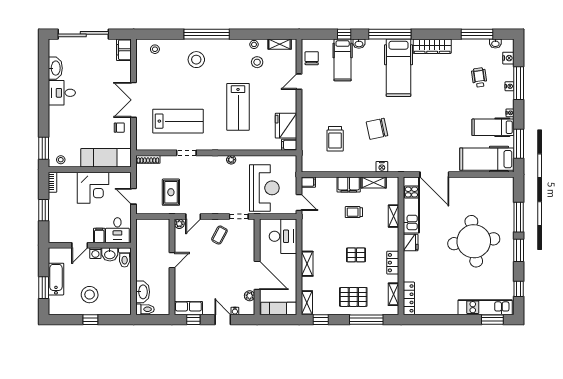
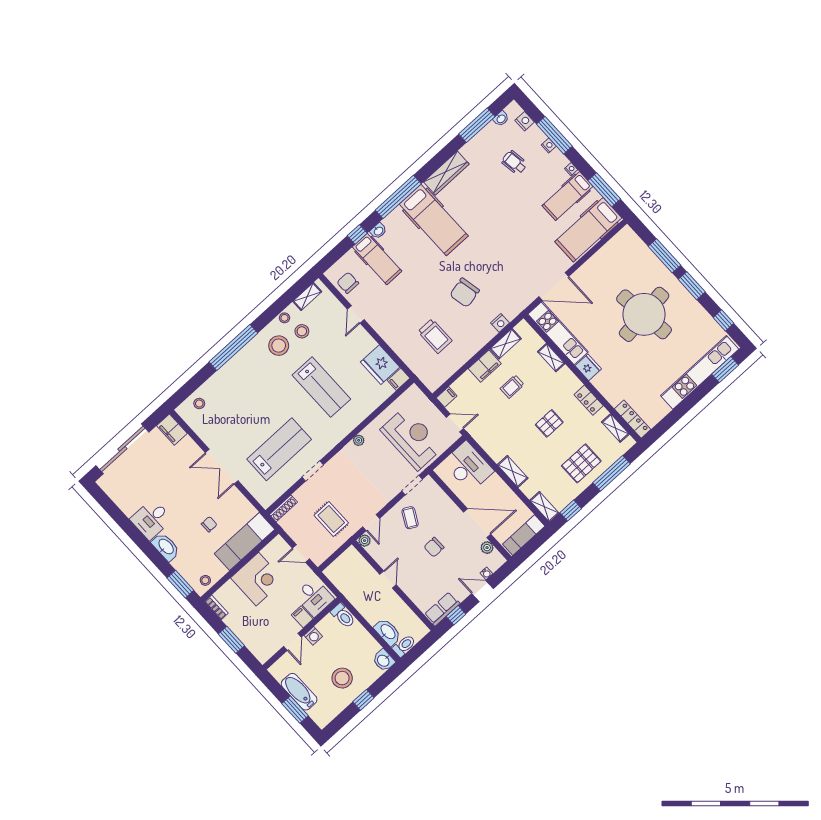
stool: (196, 60) -> (279, 346), moved
washbasin: (55, 68) -> (166, 547), moved
chair: (119, 128) -> (209, 524), moved
washbasin: (110, 254) -> (384, 660), moved, turned 90
chair: (218, 266) -> (434, 547), added
kitchen unit: (485, 307) -> (700, 372), width x1.36

